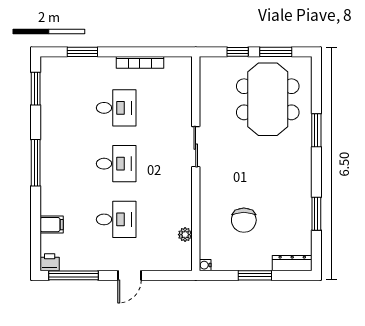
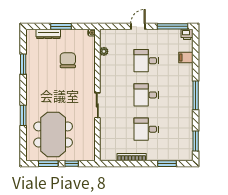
dresser: (292, 263) -> (48, 34), moved

